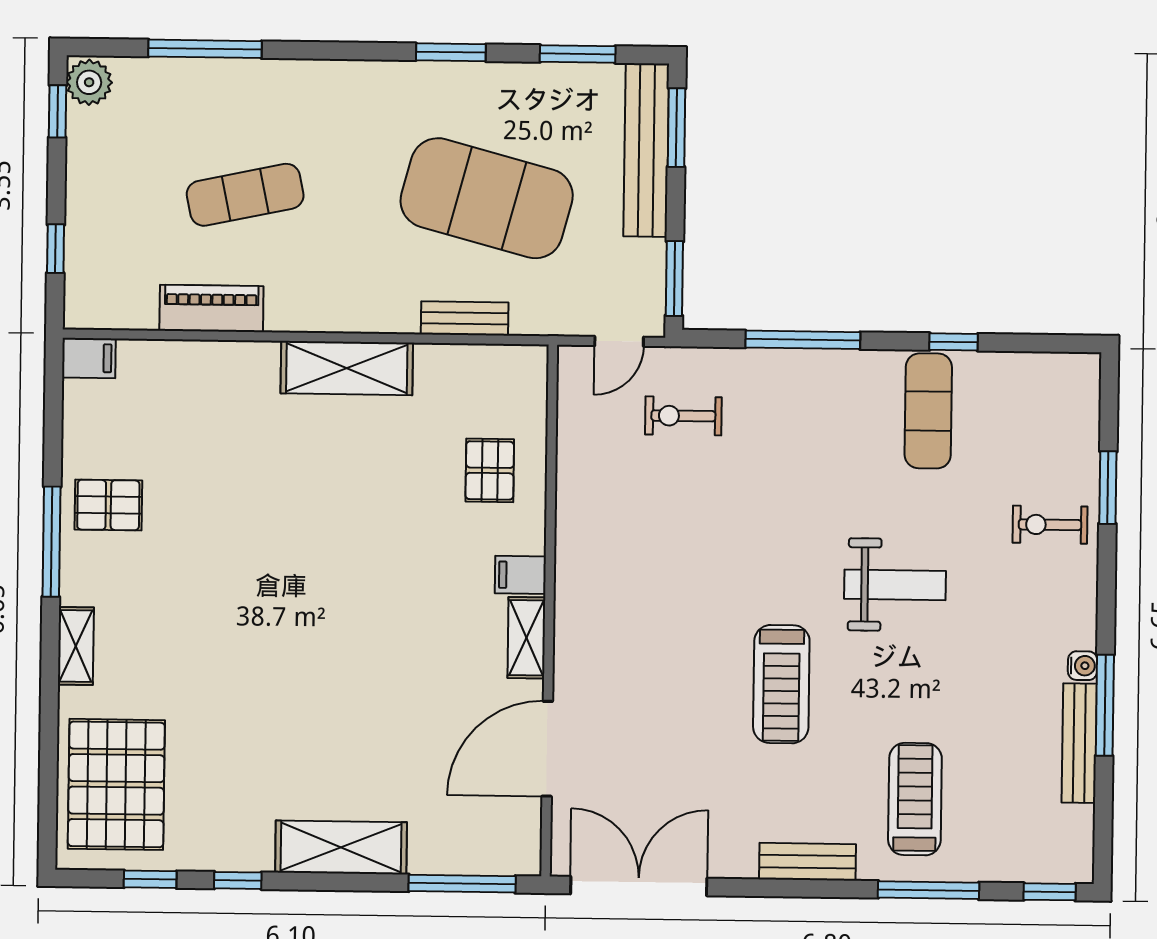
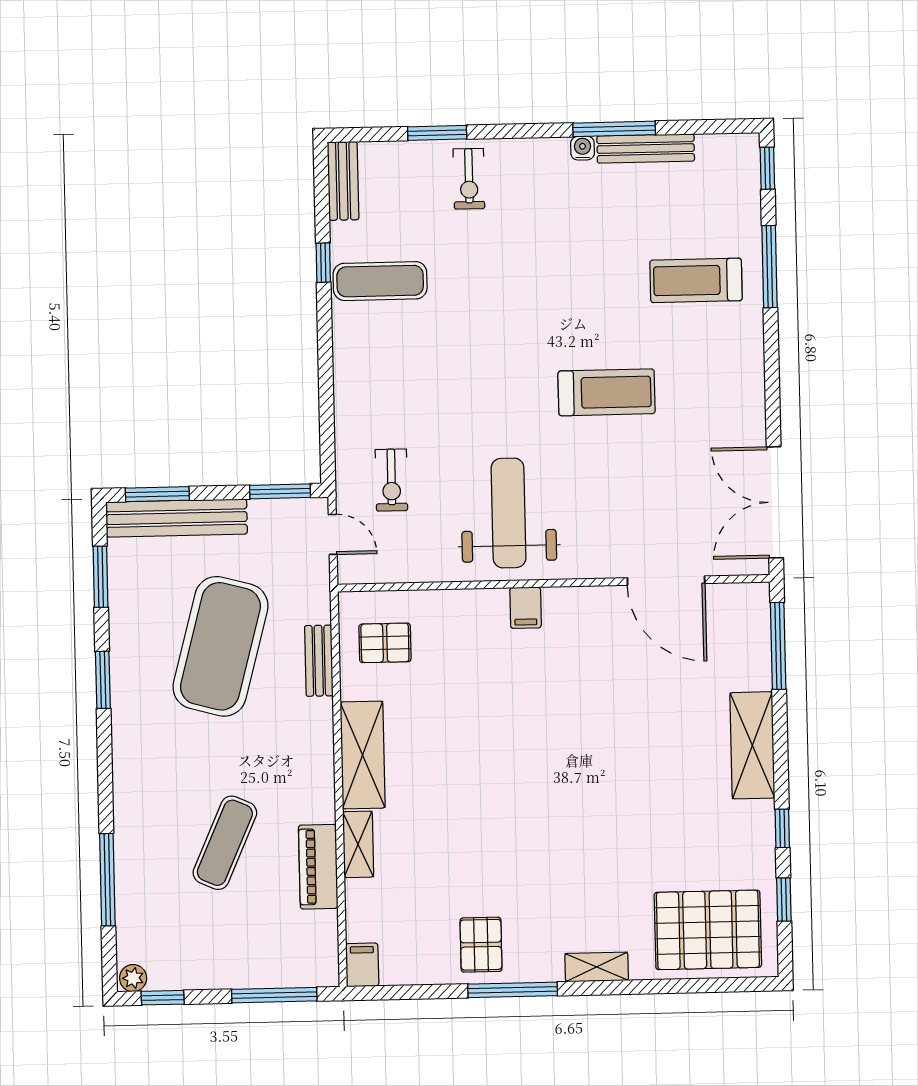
plant: (89, 82) -> (133, 978), width x0.73, depth x0.73
exercise mat: (245, 195) -> (225, 843), turned 36
window: (56, 249) -> (274, 995), width x2.17
window: (803, 340) -> (326, 385), removed
pallet: (490, 470) -> (385, 643), moved
weight bench: (895, 585) -> (509, 513), moved, width x1.36, depth x1.33
shelving: (526, 638) -> (358, 844), moved, turned 90
bench: (808, 862) -> (343, 181), moved

